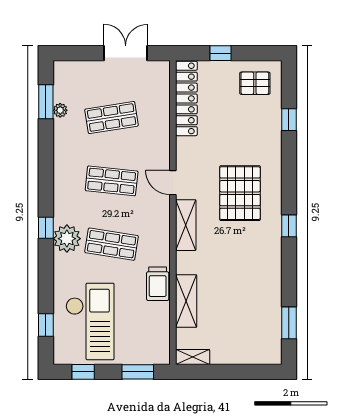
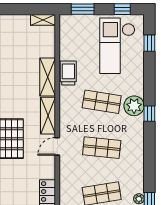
door: (173, 183) -> (57, 146), swing flipped
shelving: (186, 301) -> (48, 77), moved

